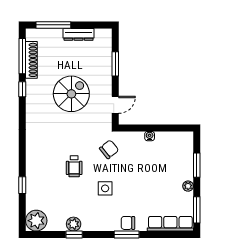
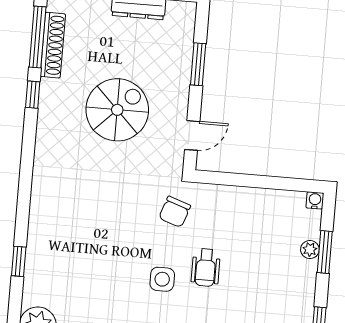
water cooler: (150, 136) -> (315, 200), moved
chair: (109, 149) -> (175, 212), turned 148
wheelchair: (74, 166) -> (206, 268), moved
plant: (188, 186) -> (310, 250), moved

